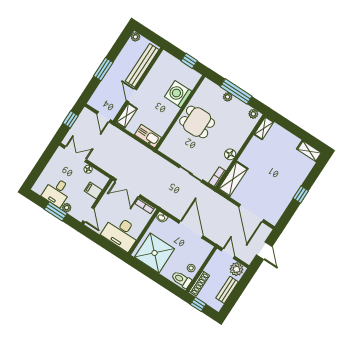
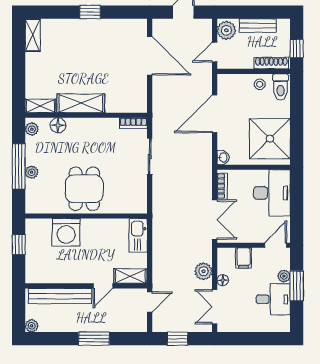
floor lamp: (230, 154) -> (58, 125), moved
plant: (101, 161) -> (203, 271), added
shelving: (233, 179) -> (81, 103), moved
door: (251, 213) -> (150, 56), hinge flipped

